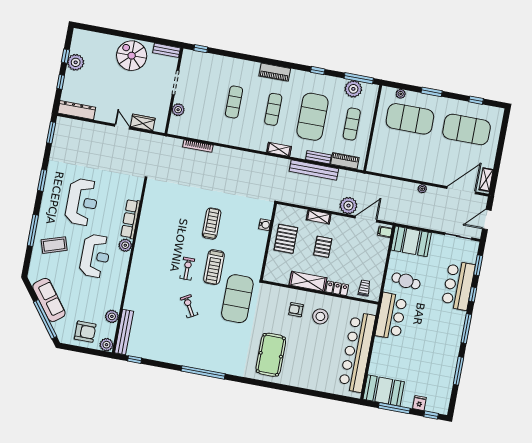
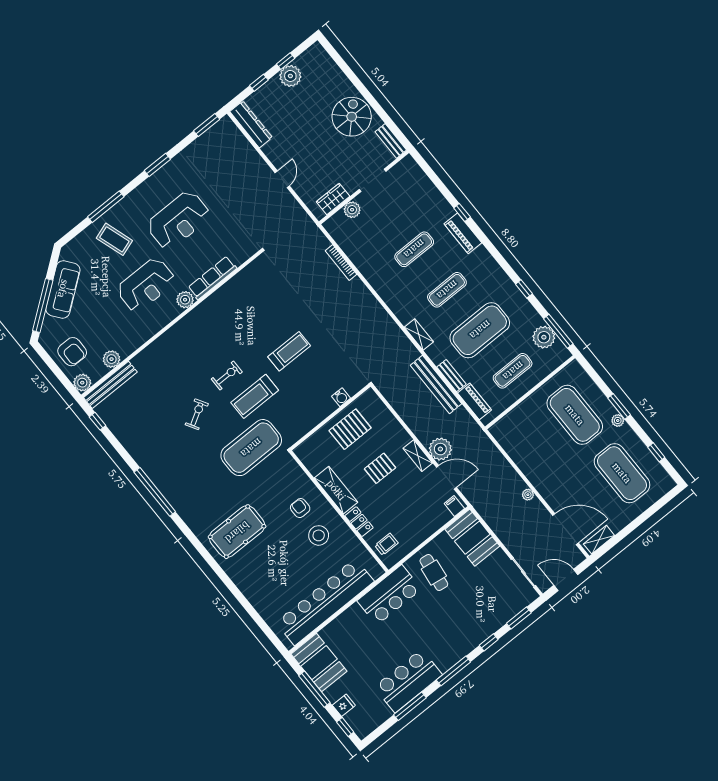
window: (201, 49) -> (462, 213), moved
piano: (275, 72) -> (463, 233), moved
plant: (401, 94) -> (618, 420), moved
wardrobe: (143, 122) -> (333, 199), moved, turned -90
shelving: (319, 217) -> (418, 456), moved
bar counter: (458, 285) -> (408, 681), moved

